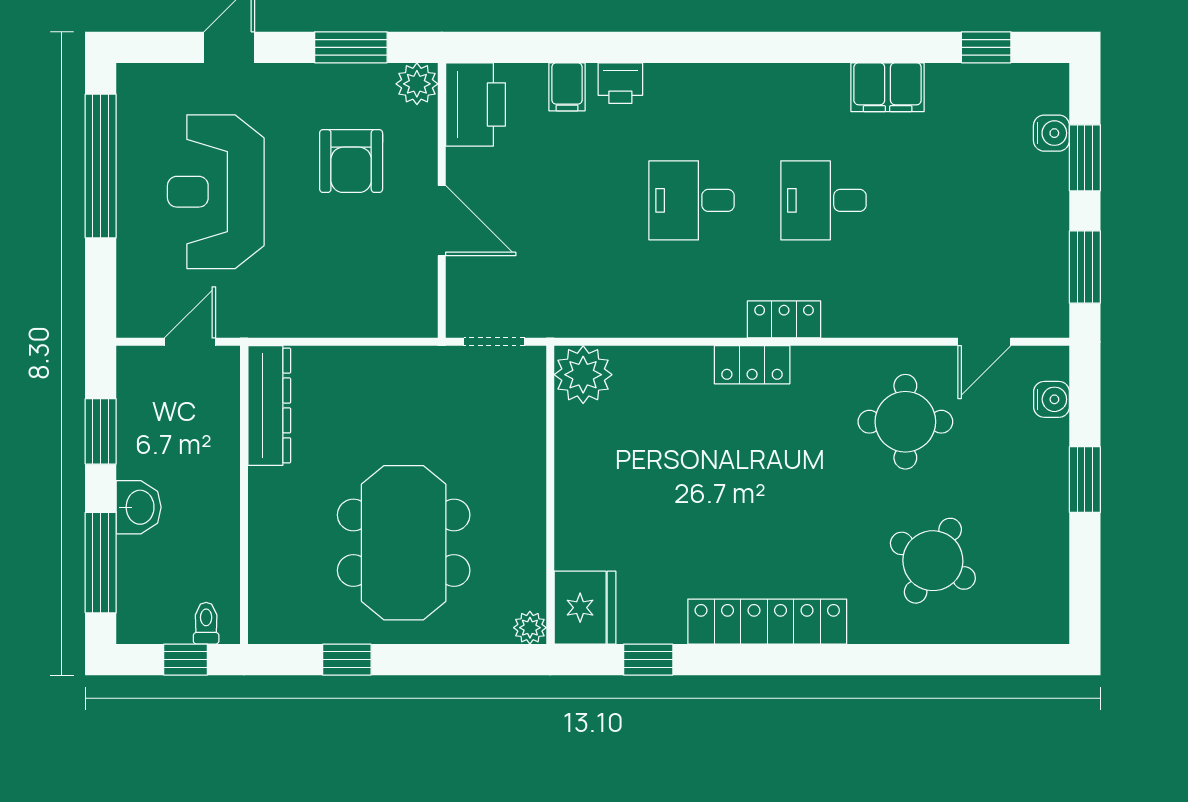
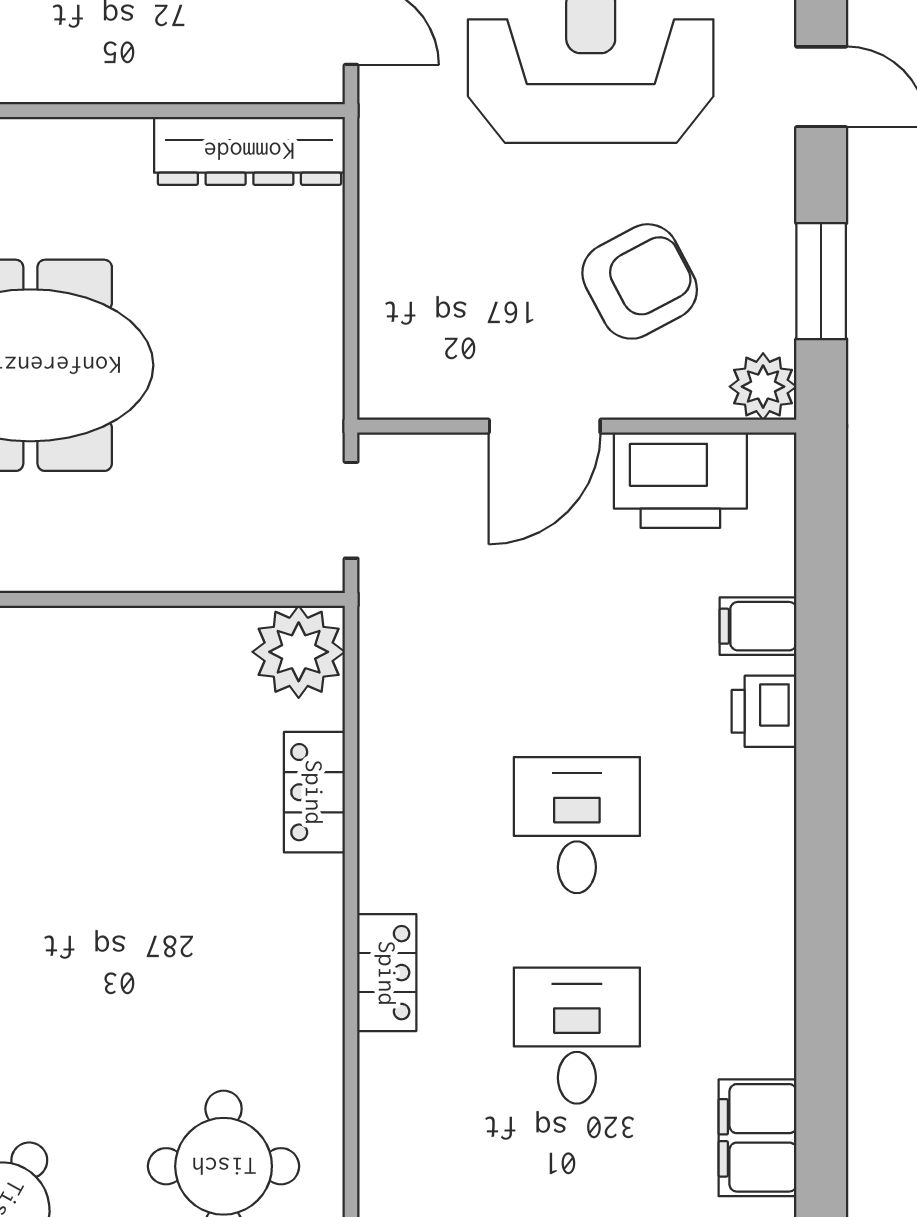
printer: (475, 104) -> (680, 480), moved
armchair: (351, 161) -> (640, 281), turned 152
locker: (752, 365) -> (314, 792), moved

